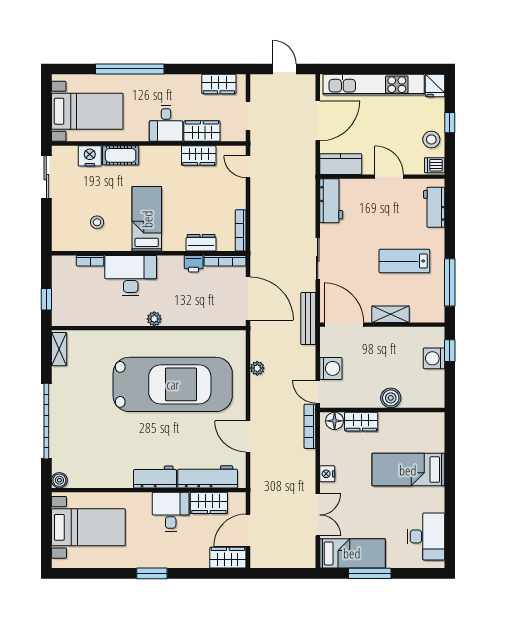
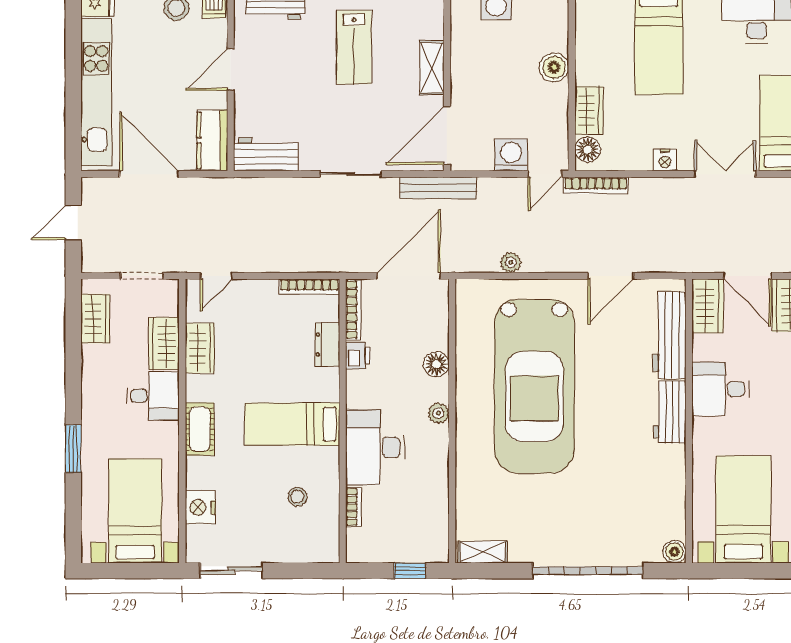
window: (130, 69) -> (73, 449), width x0.47
cot: (121, 155) -> (200, 429), moved
floor lamp: (188, 317) -> (436, 364), added
car: (173, 384) -> (534, 386), turned 180
wardrobe: (209, 503) -> (708, 306), moved

